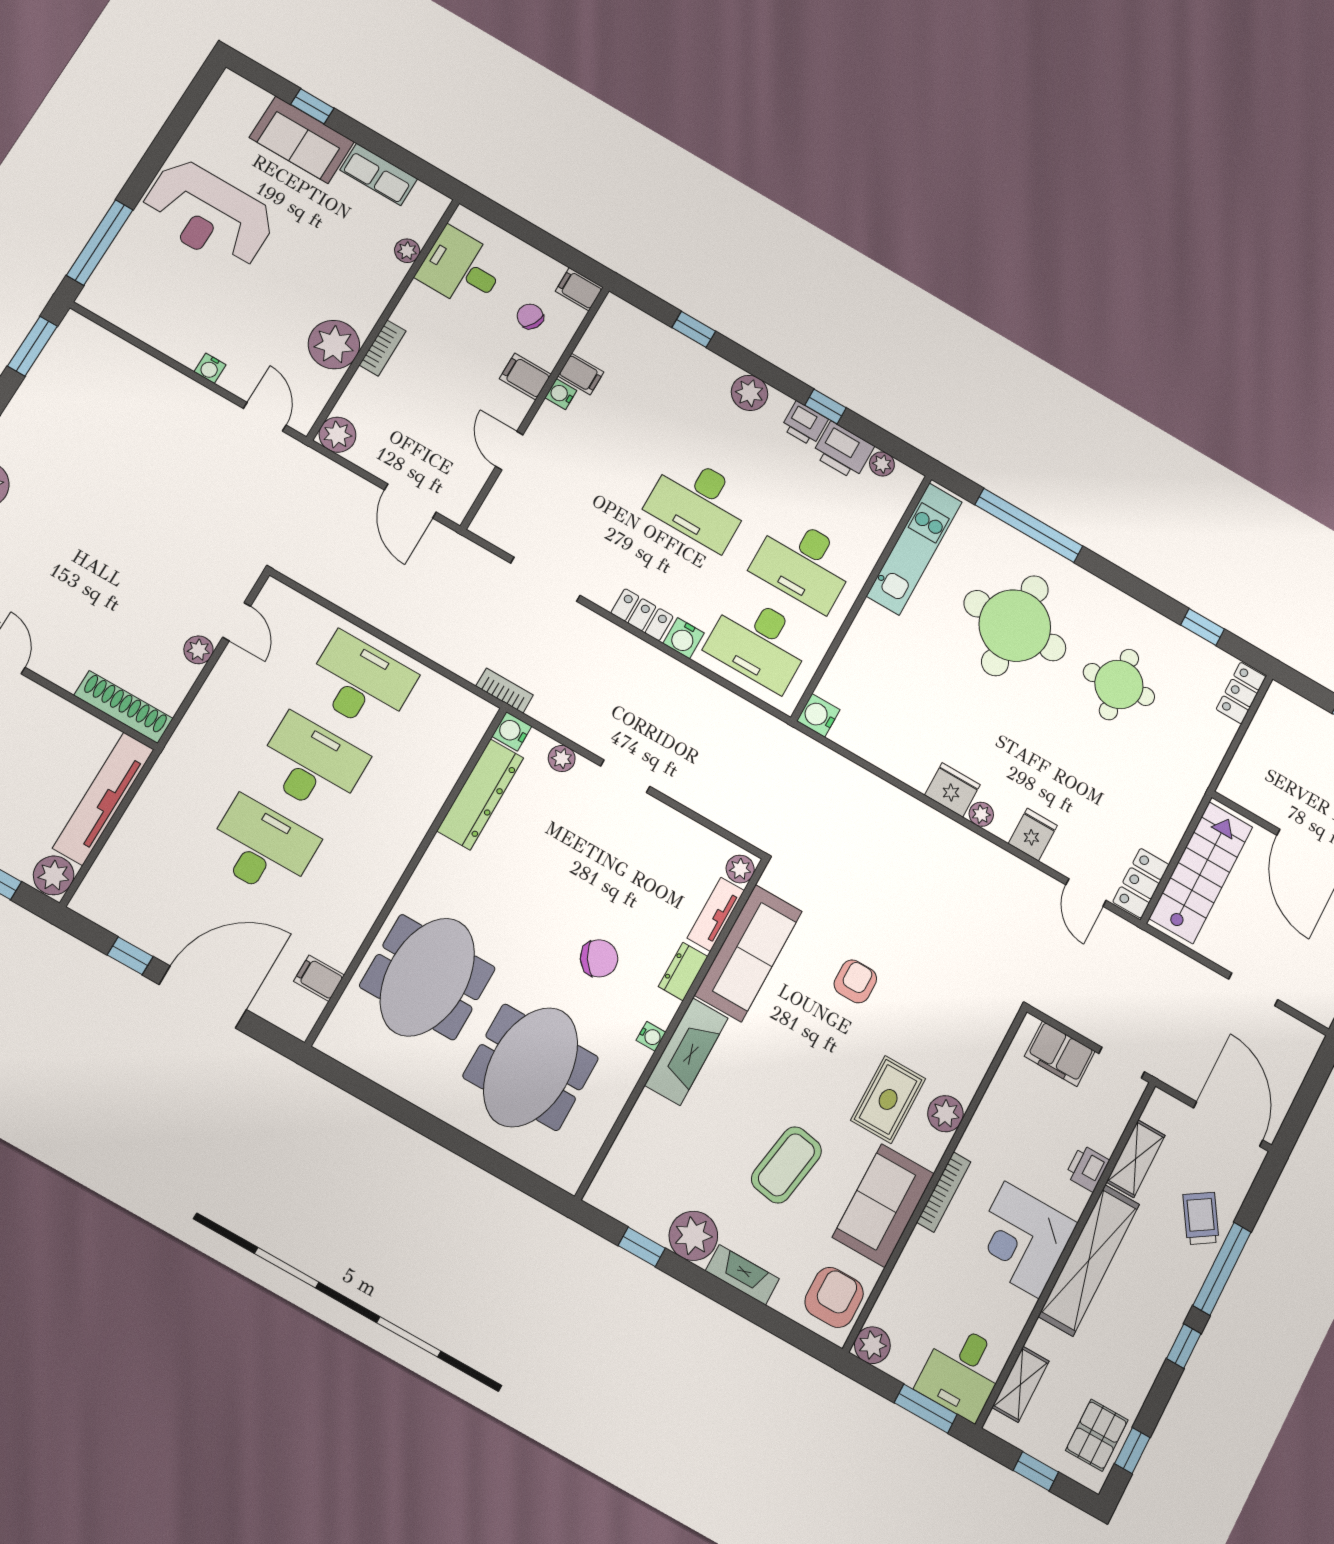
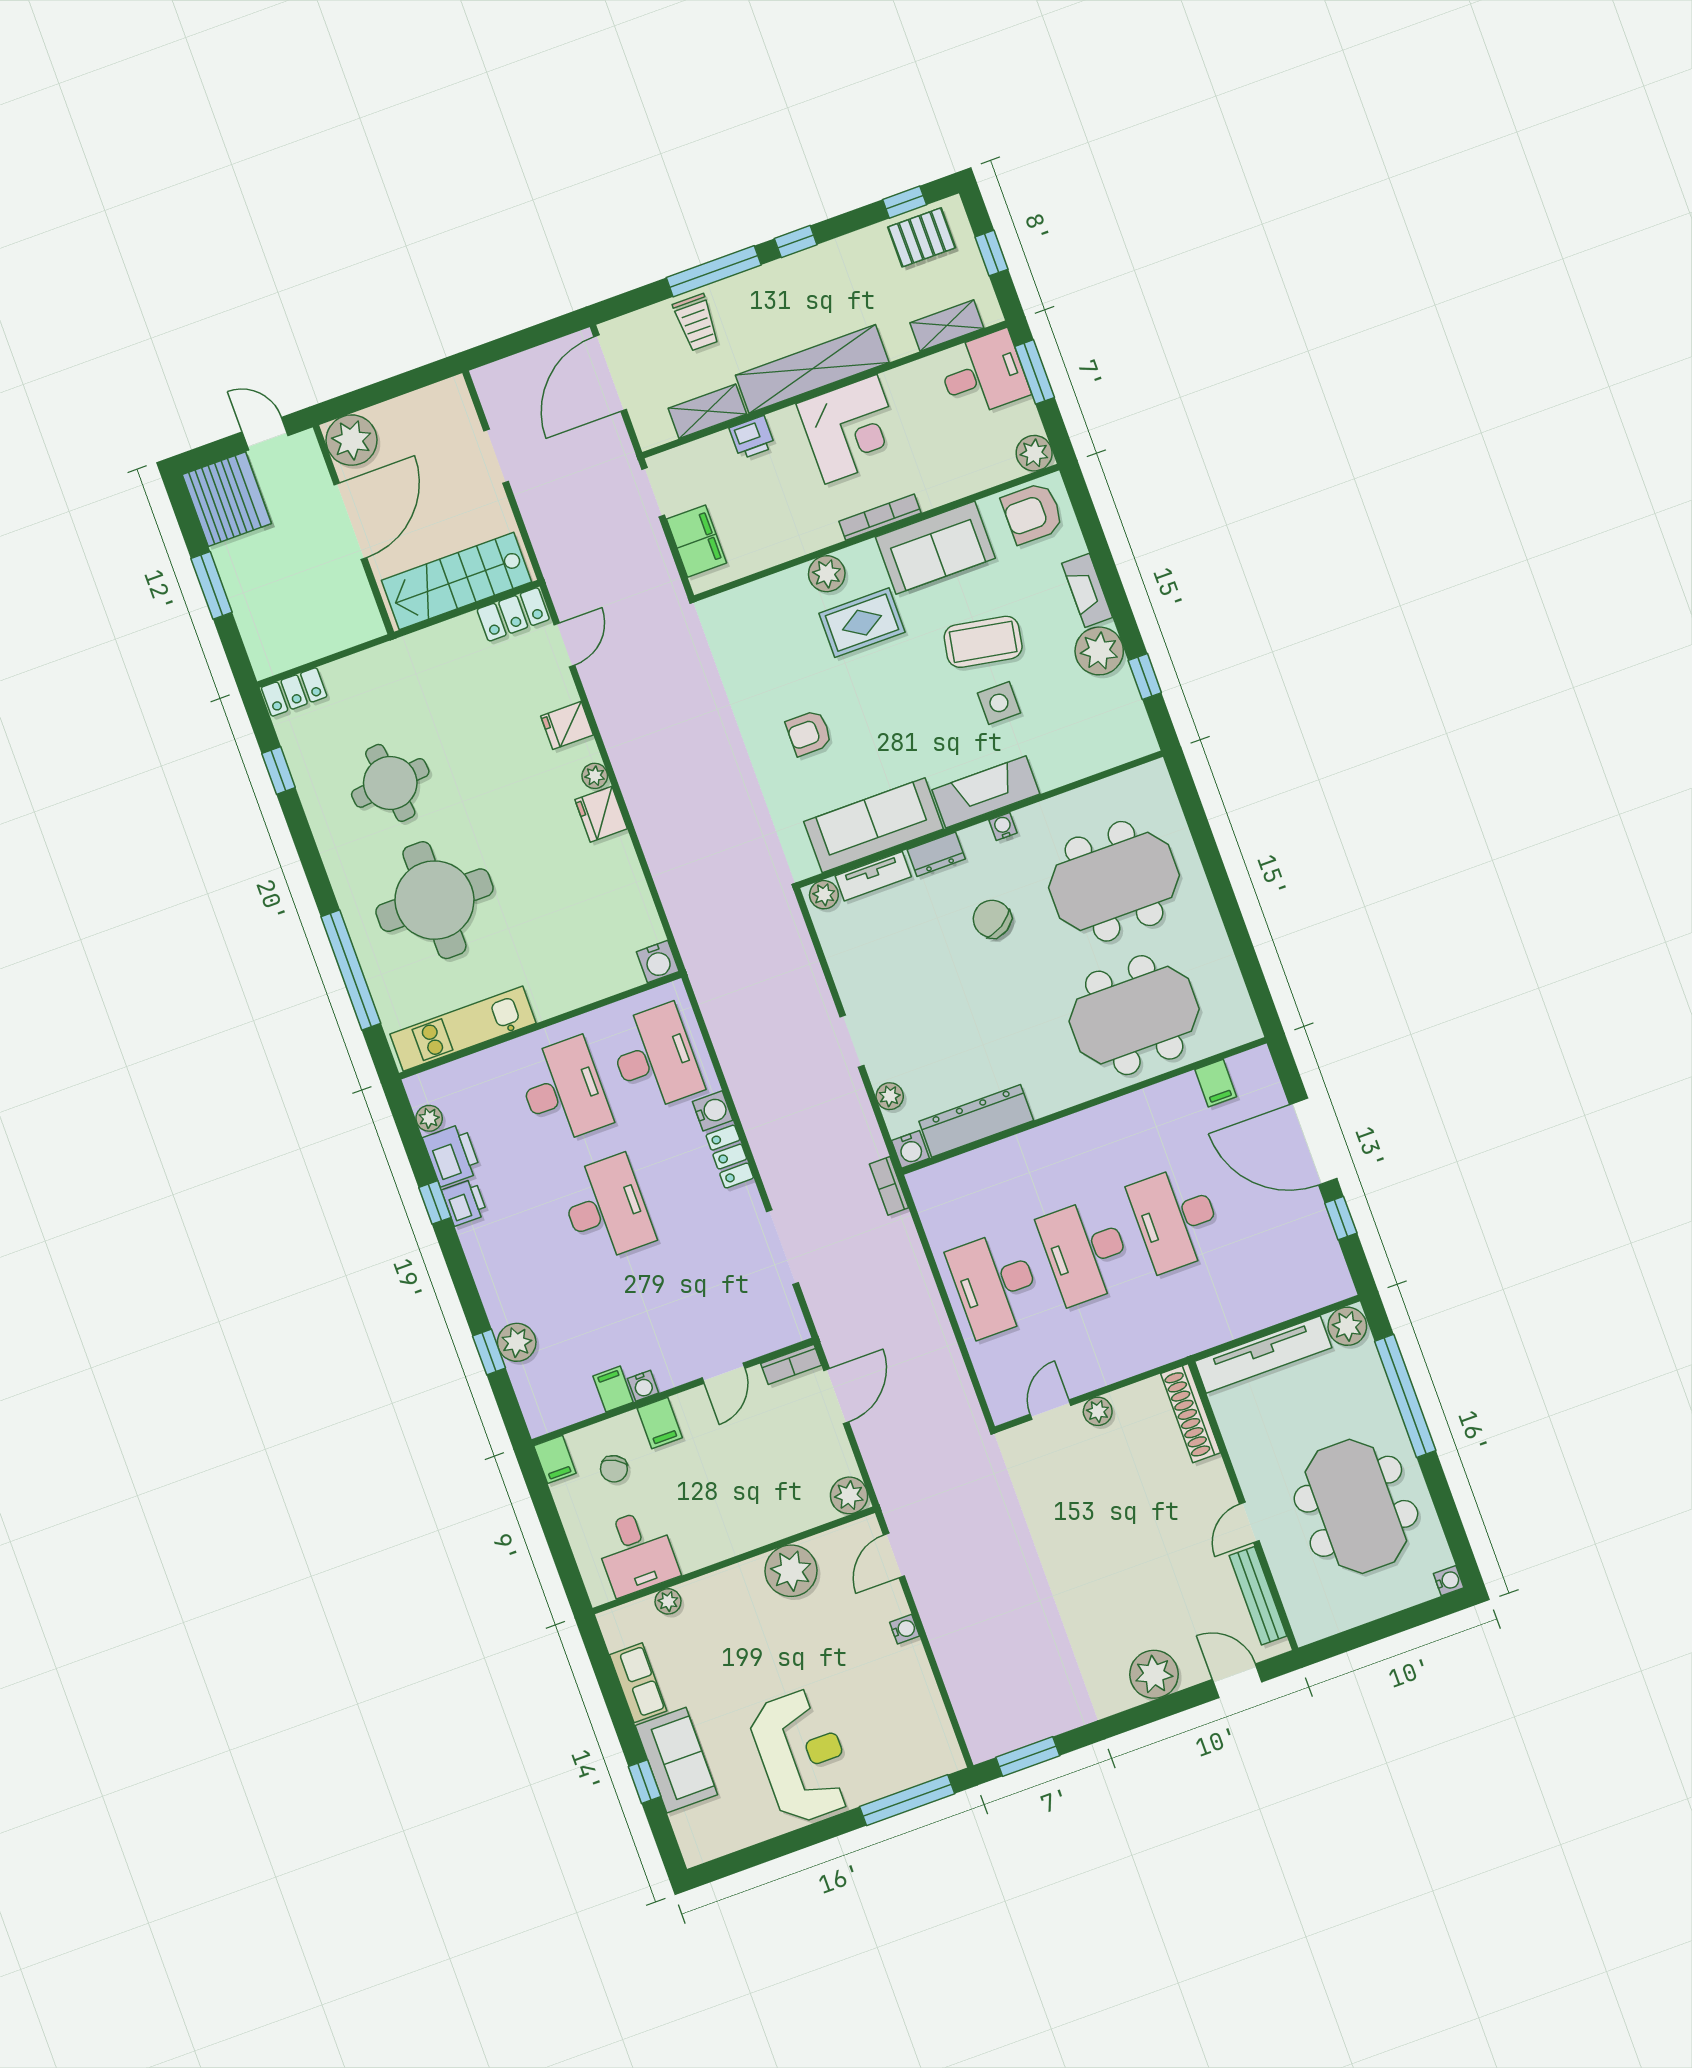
bookcase: (383, 348) -> (791, 1364), moved, turned 180
plant: (750, 393) -> (517, 1342), moved
side table: (735, 1128) -> (999, 703), added
trolley: (1201, 1218) -> (696, 322), turned -57

